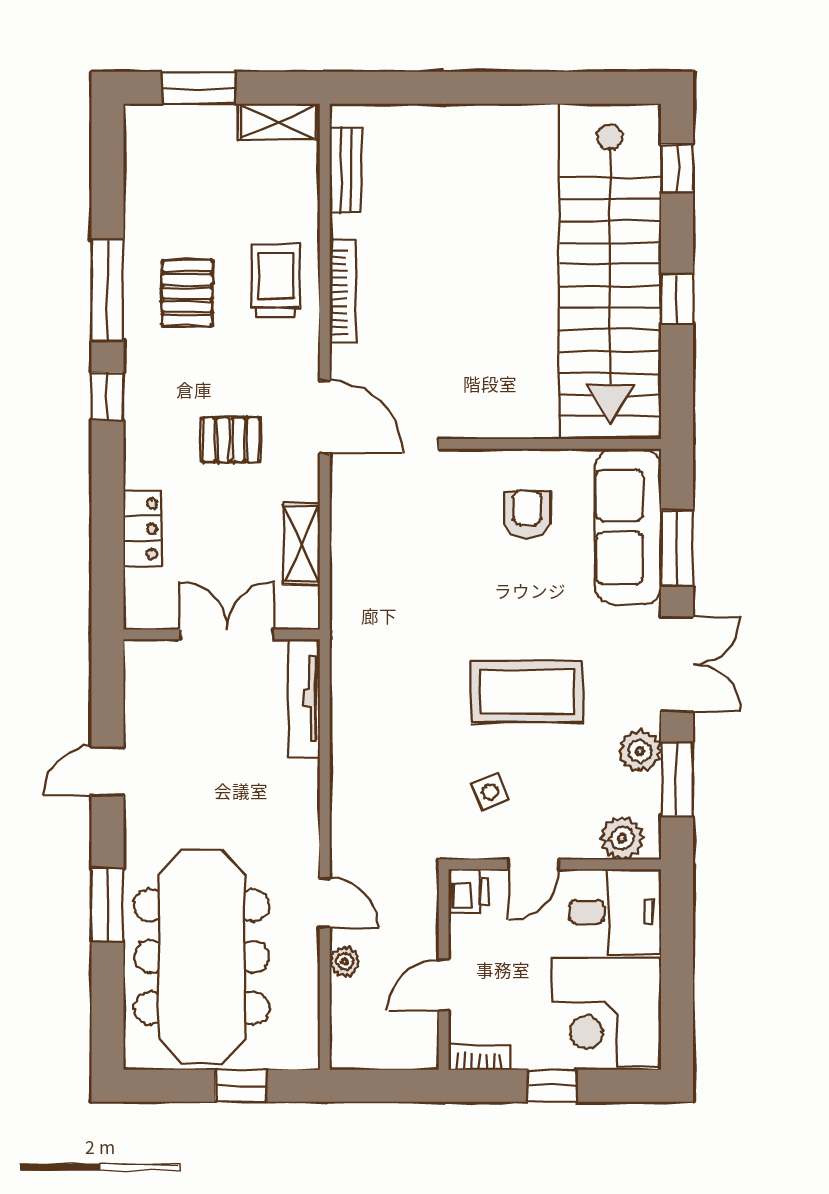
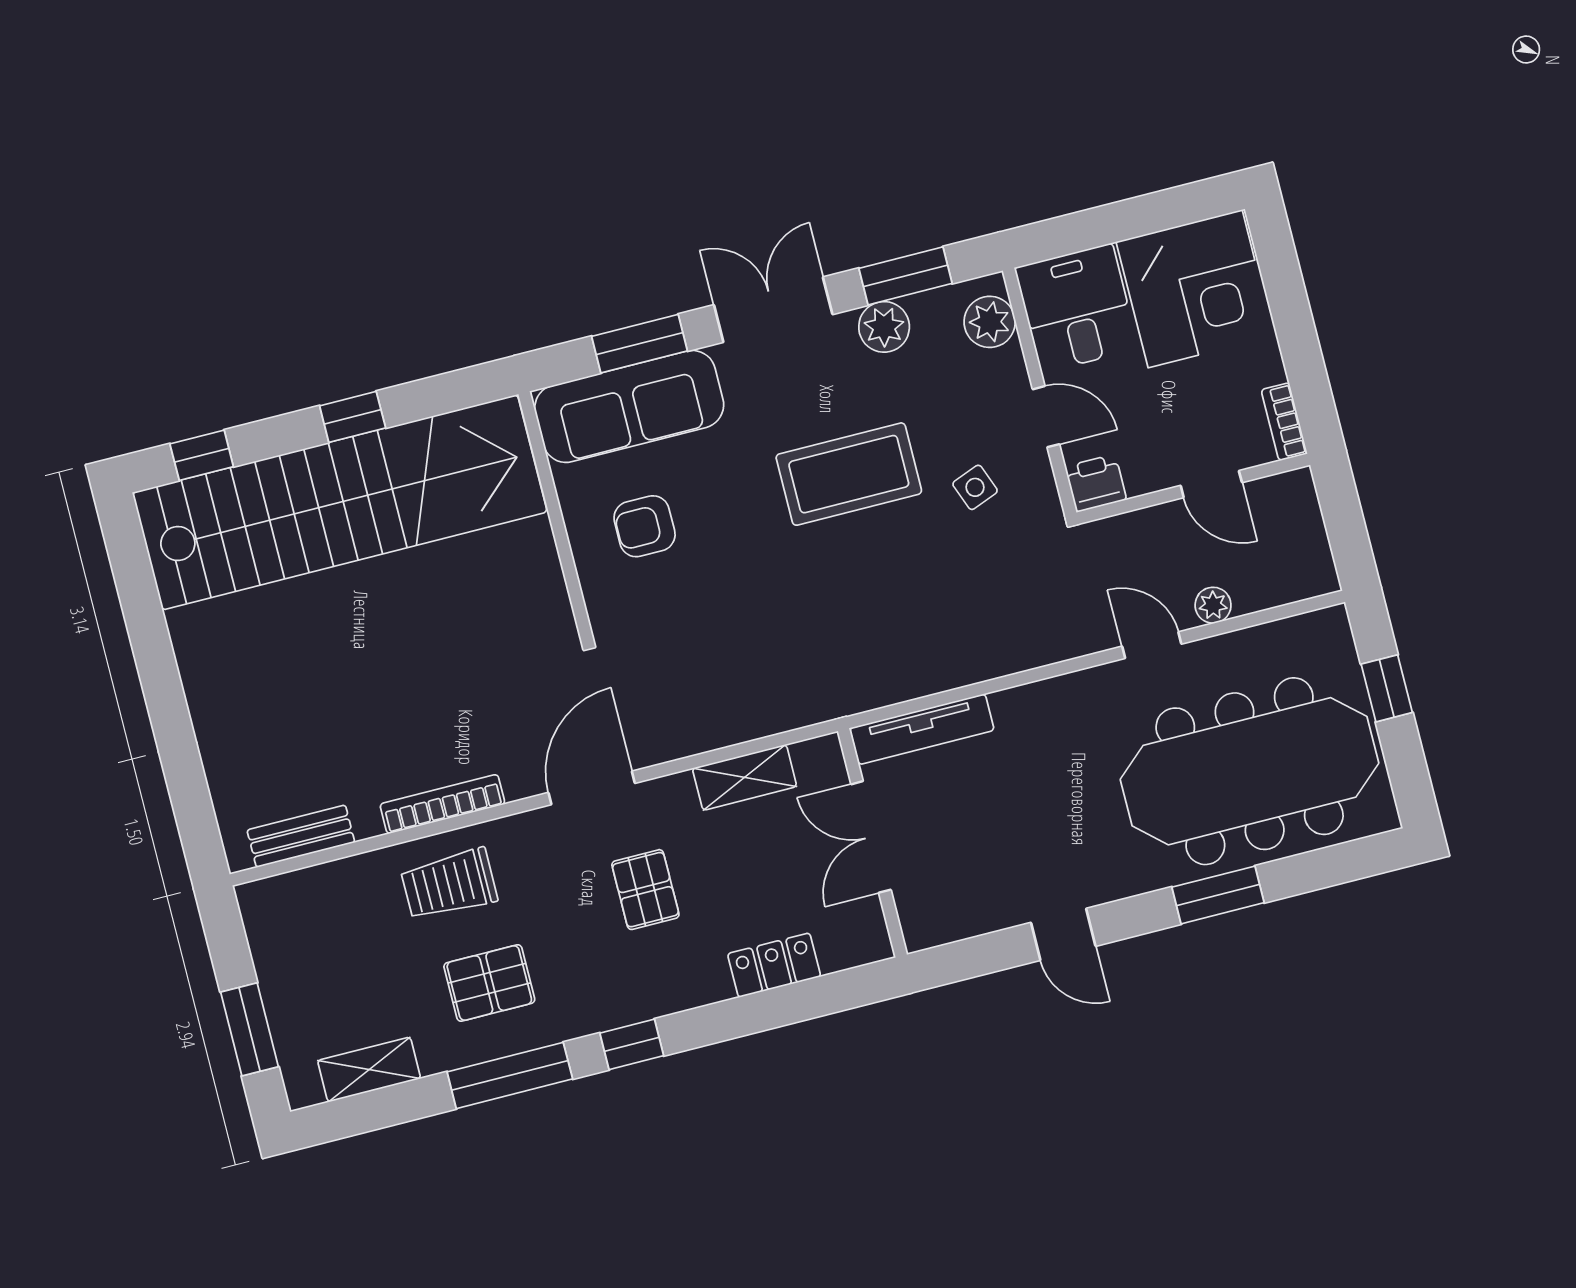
shelving: (278, 122) -> (369, 1070), moved, turned 90
coffee table: (527, 692) -> (849, 474), turned 90
door: (325, 903) -> (1152, 645), hinge flipped
window: (552, 1086) -> (1295, 330), removed

